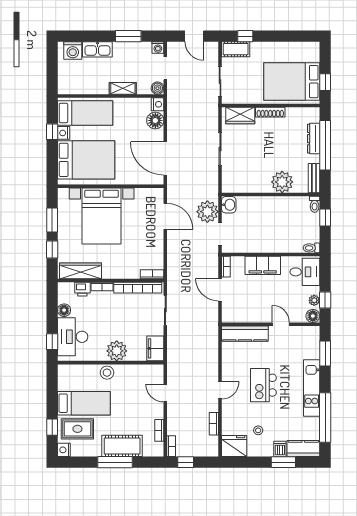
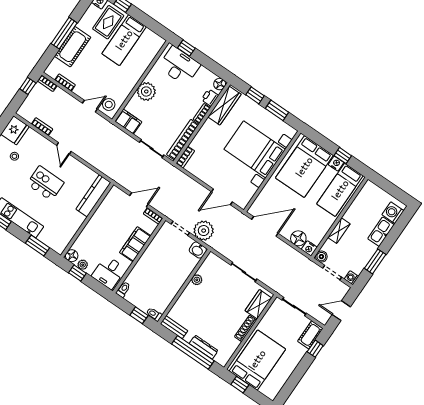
plant: (282, 182) -> (197, 280), moved, width x0.53, depth x0.53
floor lamp: (64, 310) -> (220, 84), moved
door: (281, 324) -> (82, 227), removed
stool: (107, 373) -> (109, 104), moved

